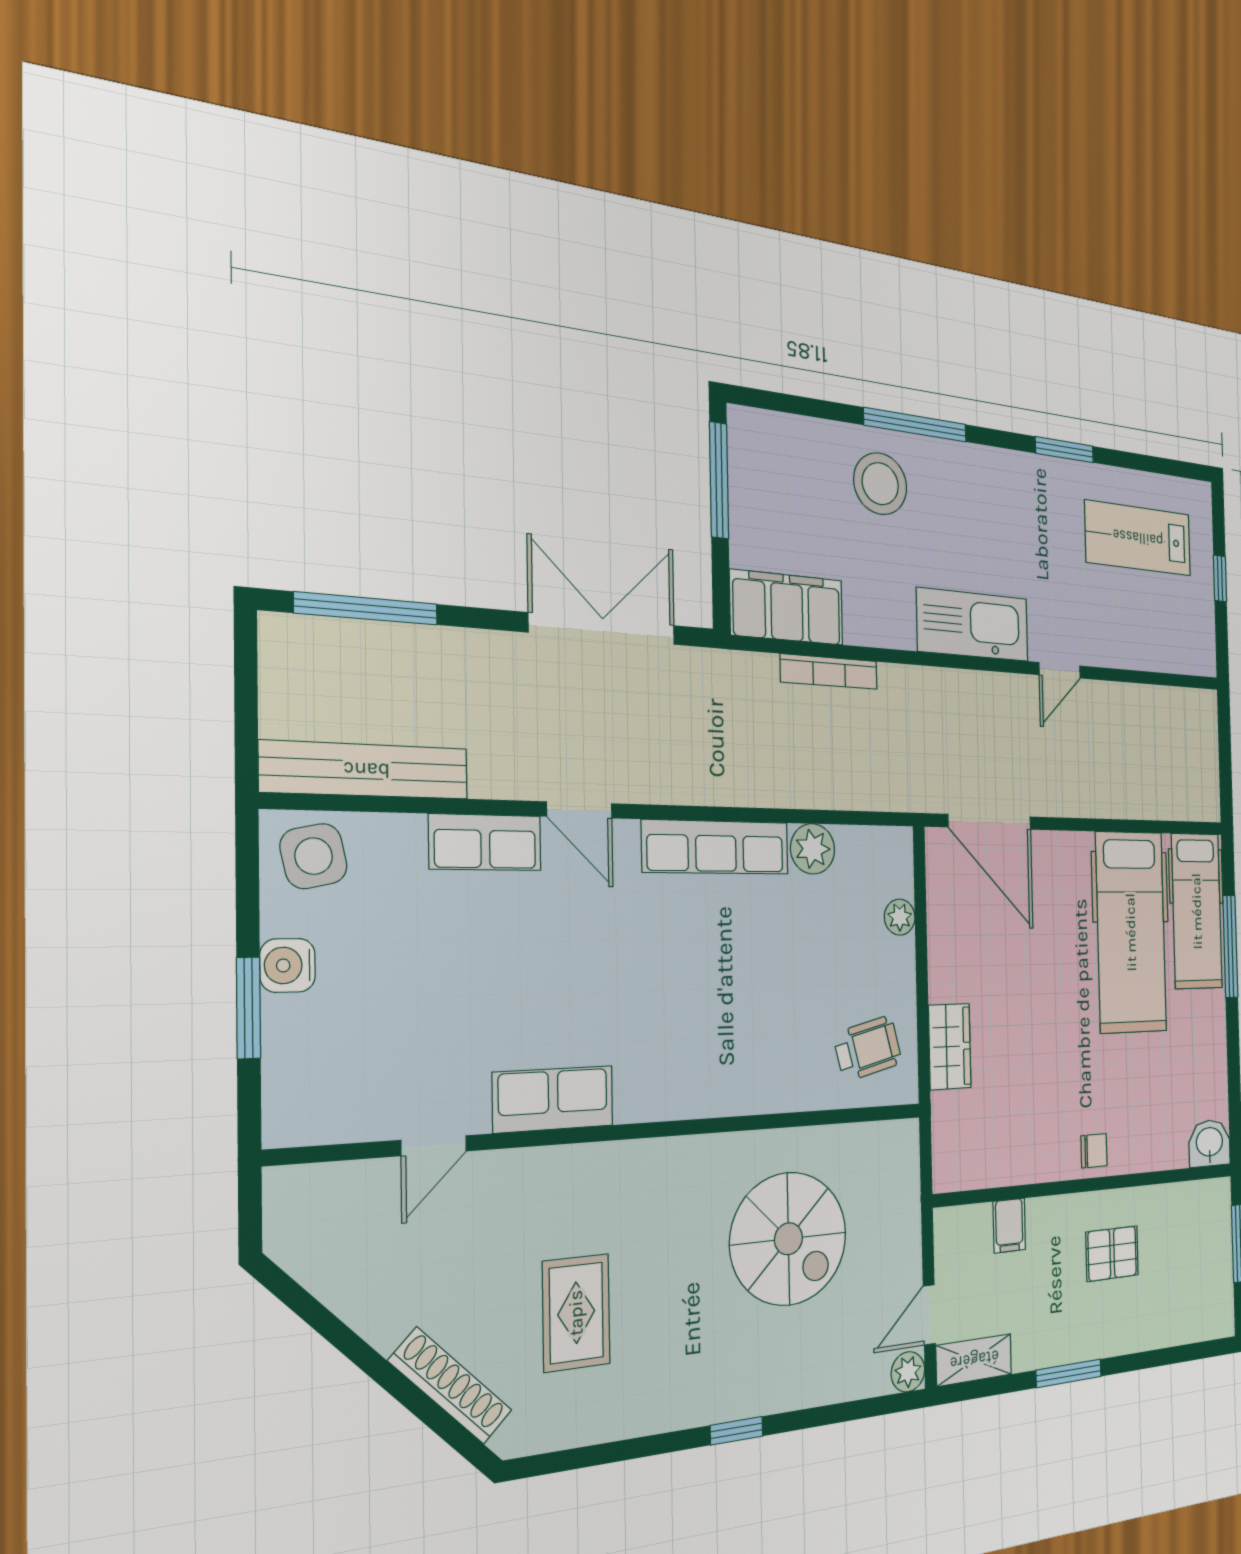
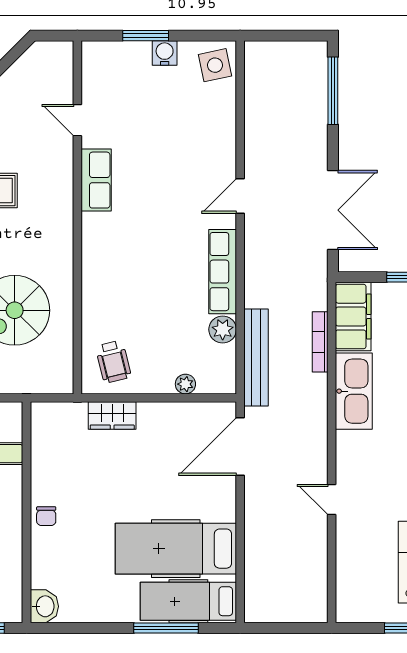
kitchen sink: (973, 625) -> (354, 391), moved
bench: (366, 770) -> (256, 357), moved
row of seats: (485, 842) -> (223, 147), removed

